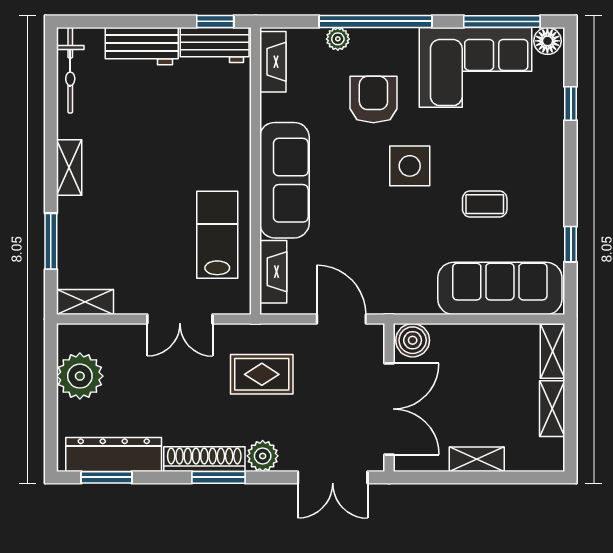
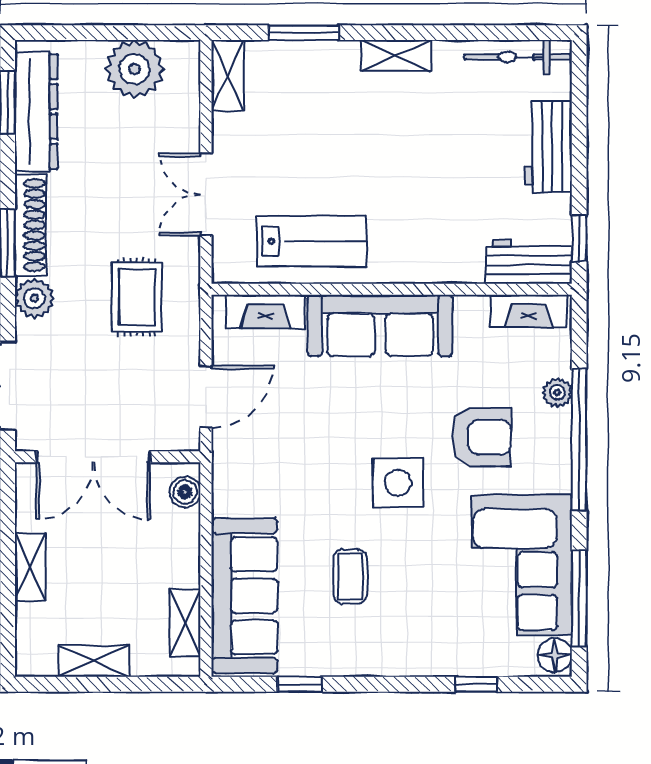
workbench: (215, 45) -> (529, 262), moved, turned 90
boiler: (413, 340) -> (185, 492), width x0.73, depth x0.73
shelving: (553, 351) -> (185, 623), moved, turned 90

